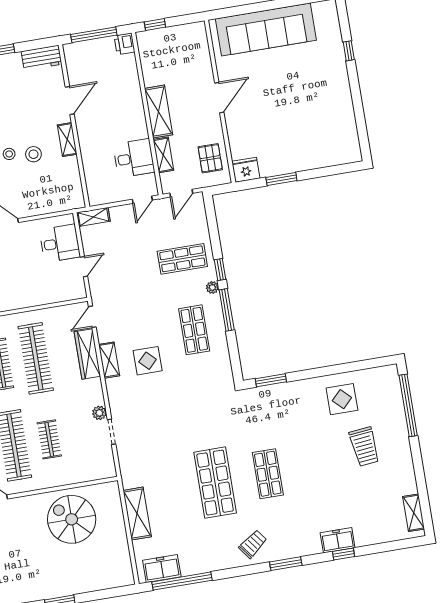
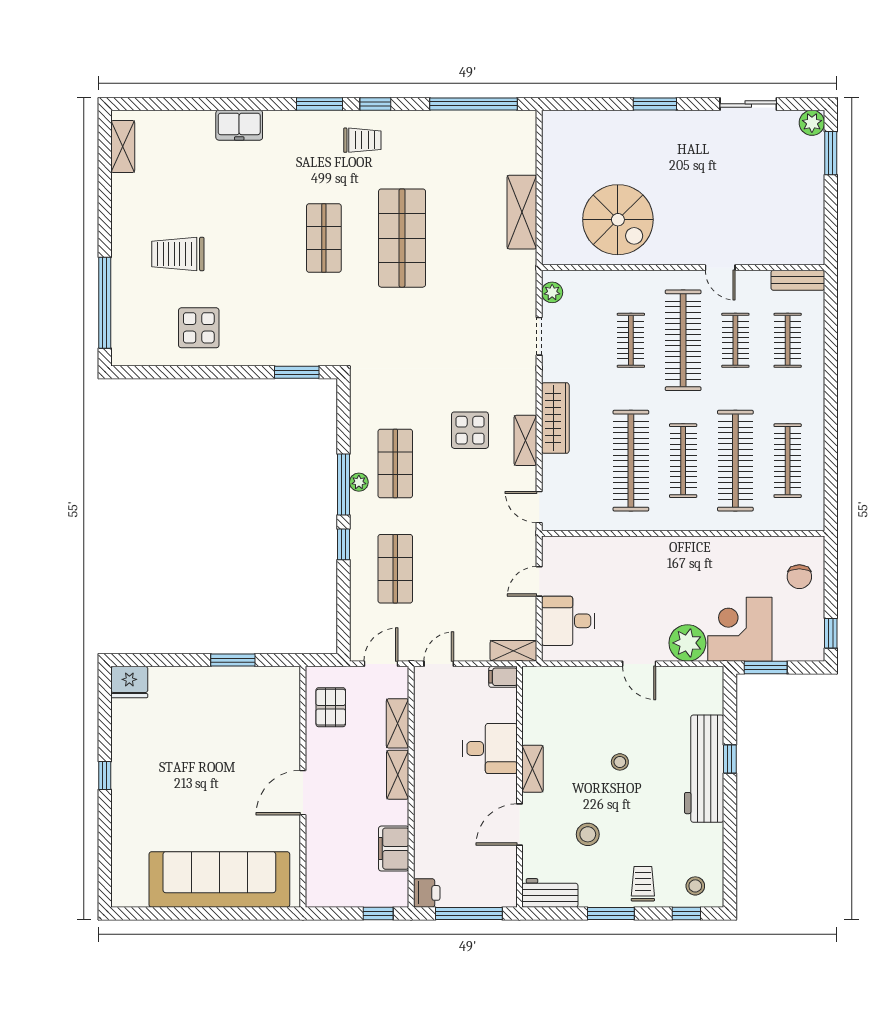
window: (349, 51) -> (105, 776), moved
filing cabinet: (152, 70) -> (394, 849), added
shelving: (159, 112) -> (398, 775), width x0.67, depth x0.75
stool: (33, 154) -> (588, 834), moved
desk: (134, 158) -> (490, 748), moved, turned 180
fridge: (246, 170) -> (129, 682), moved
filing cabinet: (98, 198) -> (503, 677), added
shop shelf: (182, 259) -> (395, 569), turned 90
plant: (212, 287) -> (359, 482), moved
door: (92, 317) -> (539, 507), swing flipped
wardrobe: (87, 354) -> (555, 418), moved
plant: (99, 413) -> (552, 292), moved
trolley: (364, 447) -> (178, 254), turned -84
trolley: (253, 544) -> (362, 140), turned -143
window: (344, 554) -> (375, 104), moved
freezer: (162, 569) -> (500, 127), removed

